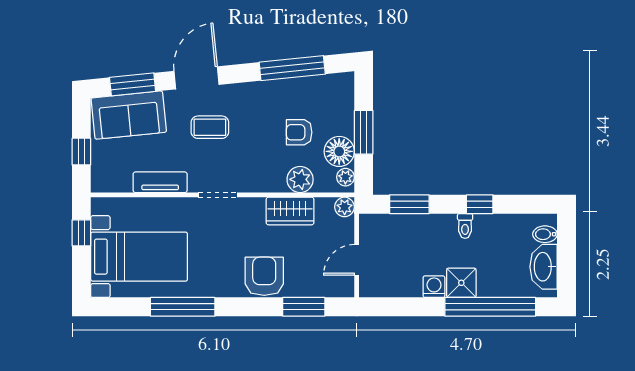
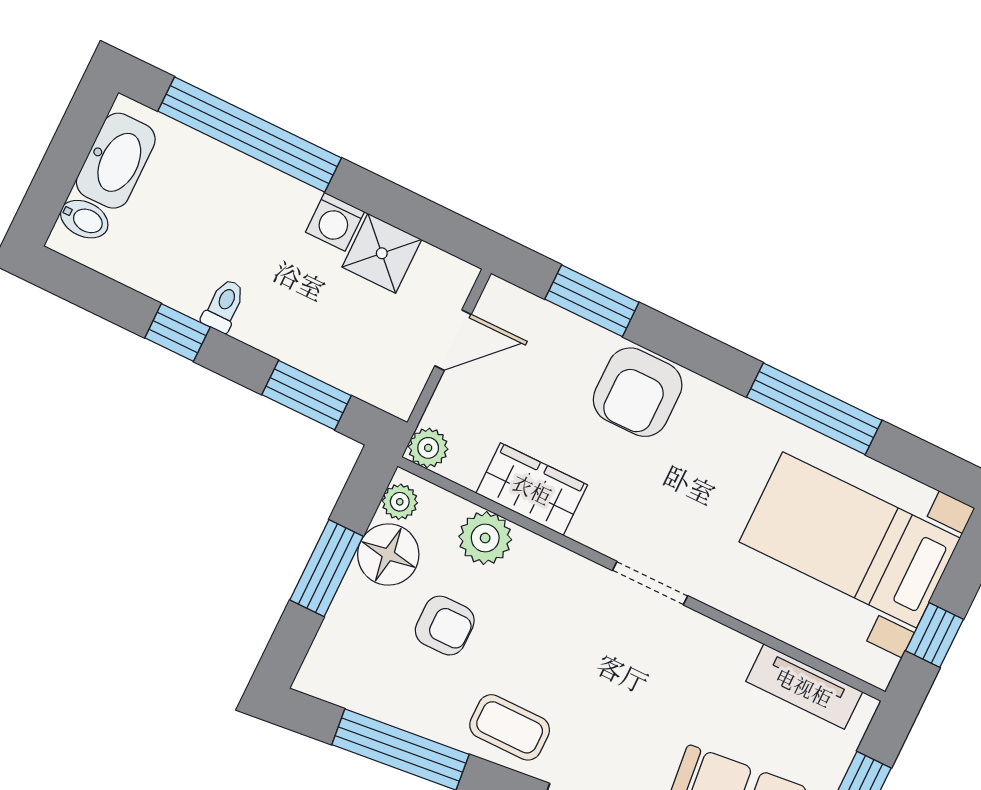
coffee table: (210, 127) -> (510, 727), moved
tv unit: (160, 182) -> (804, 687), moved
shower: (461, 283) -> (382, 253), moved

